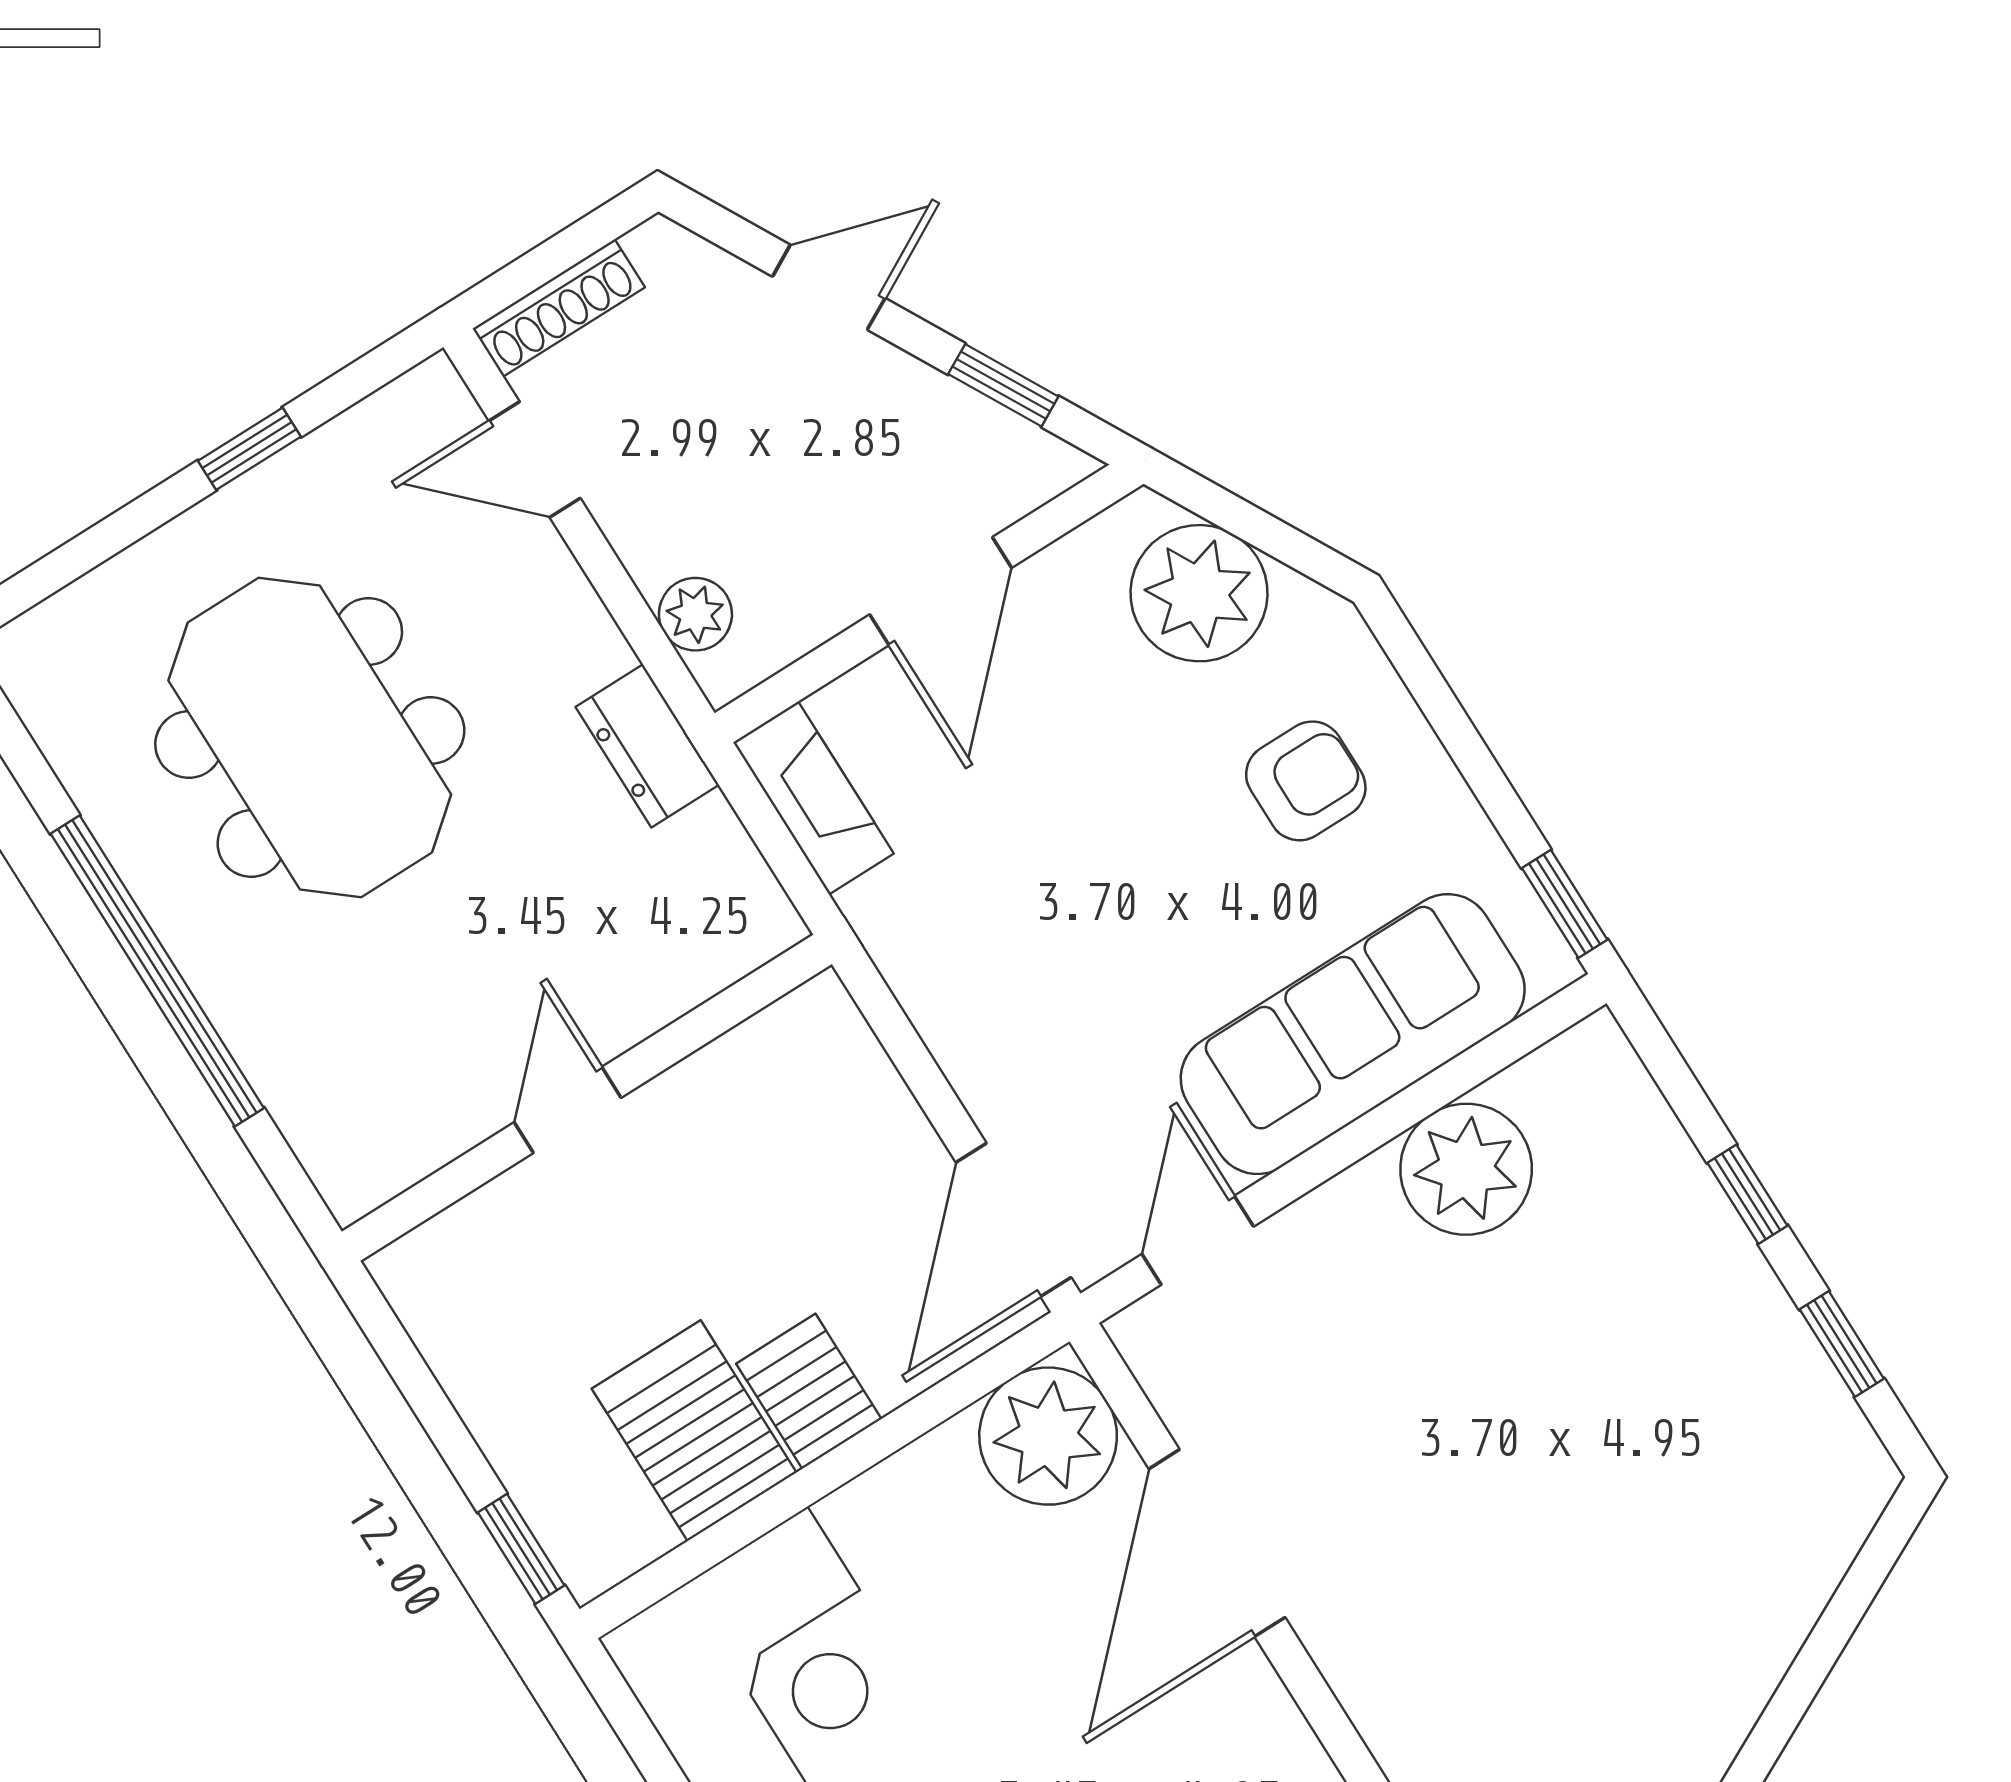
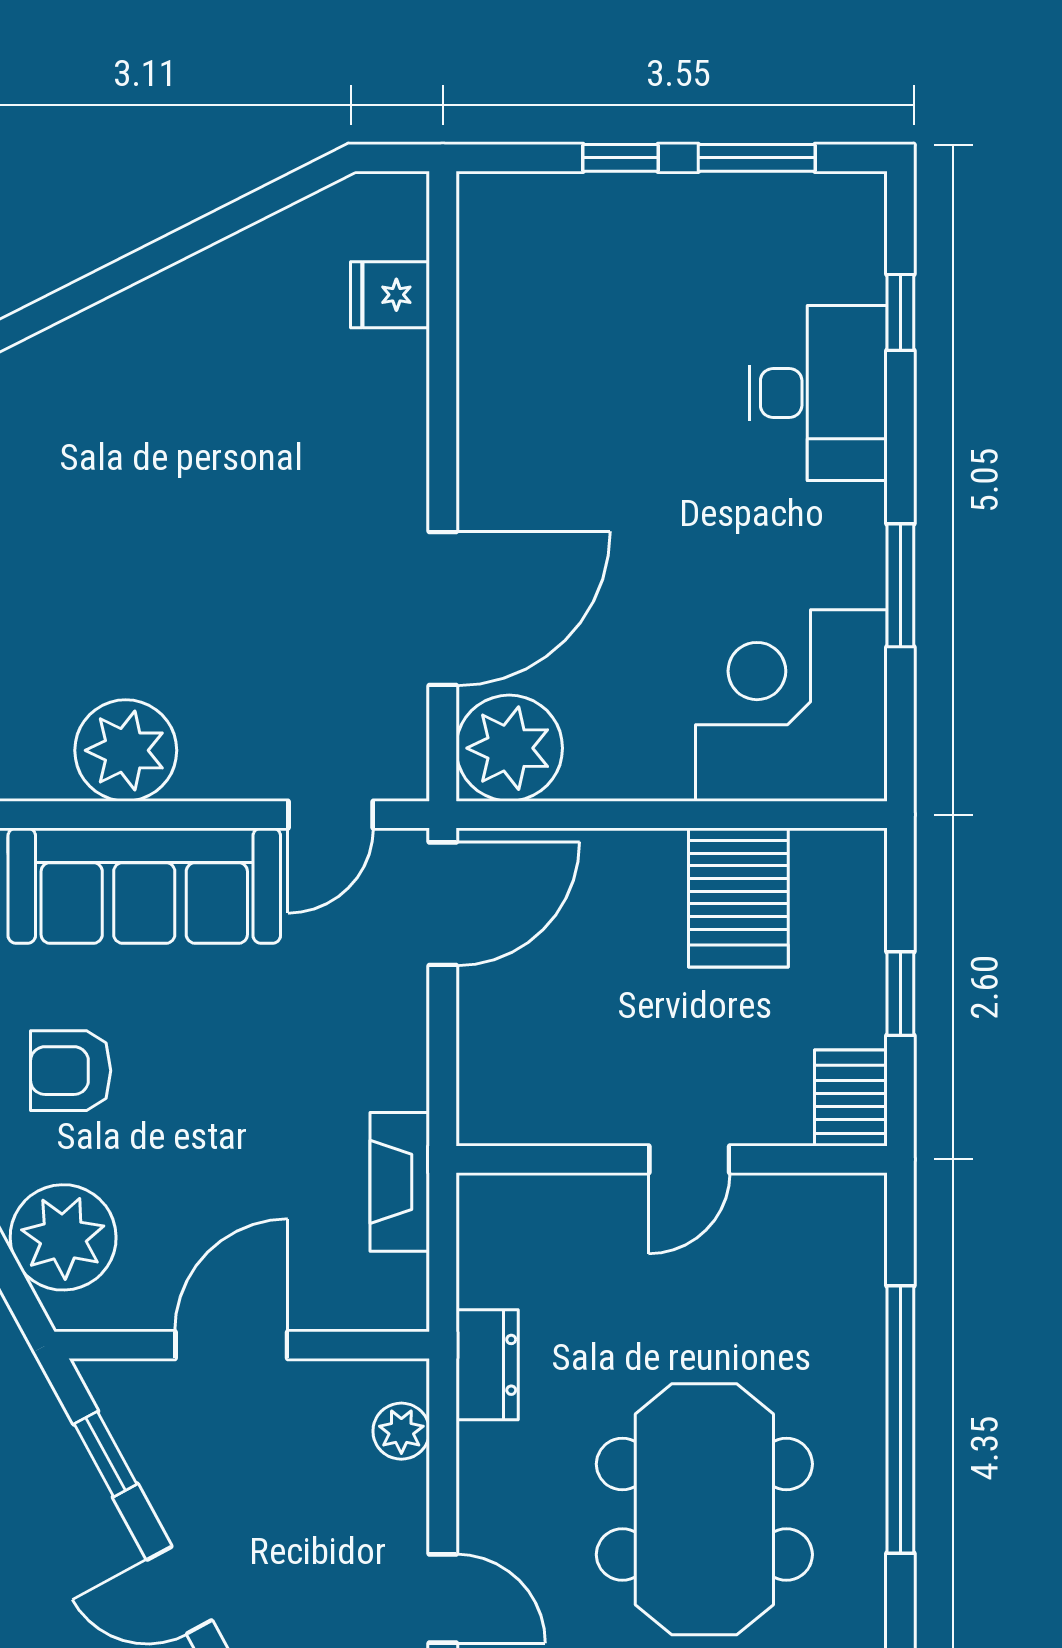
fireplace: (813, 798) -> (400, 1182), moved
server rack: (809, 1391) -> (851, 1098), moved, turned 180
window: (521, 1549) -> (900, 994), moved

